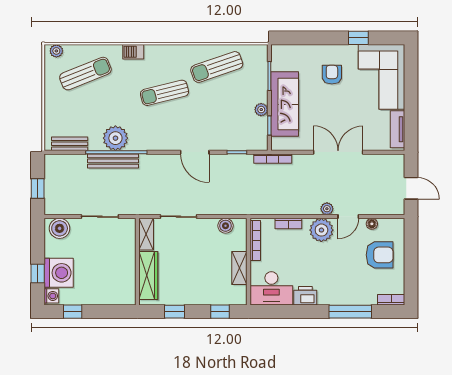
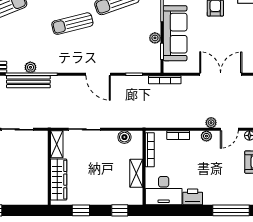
plant: (115, 138) -> (30, 67), width x0.53, depth x0.53
plant: (321, 230) -> (206, 136), width x0.53, depth x0.53

